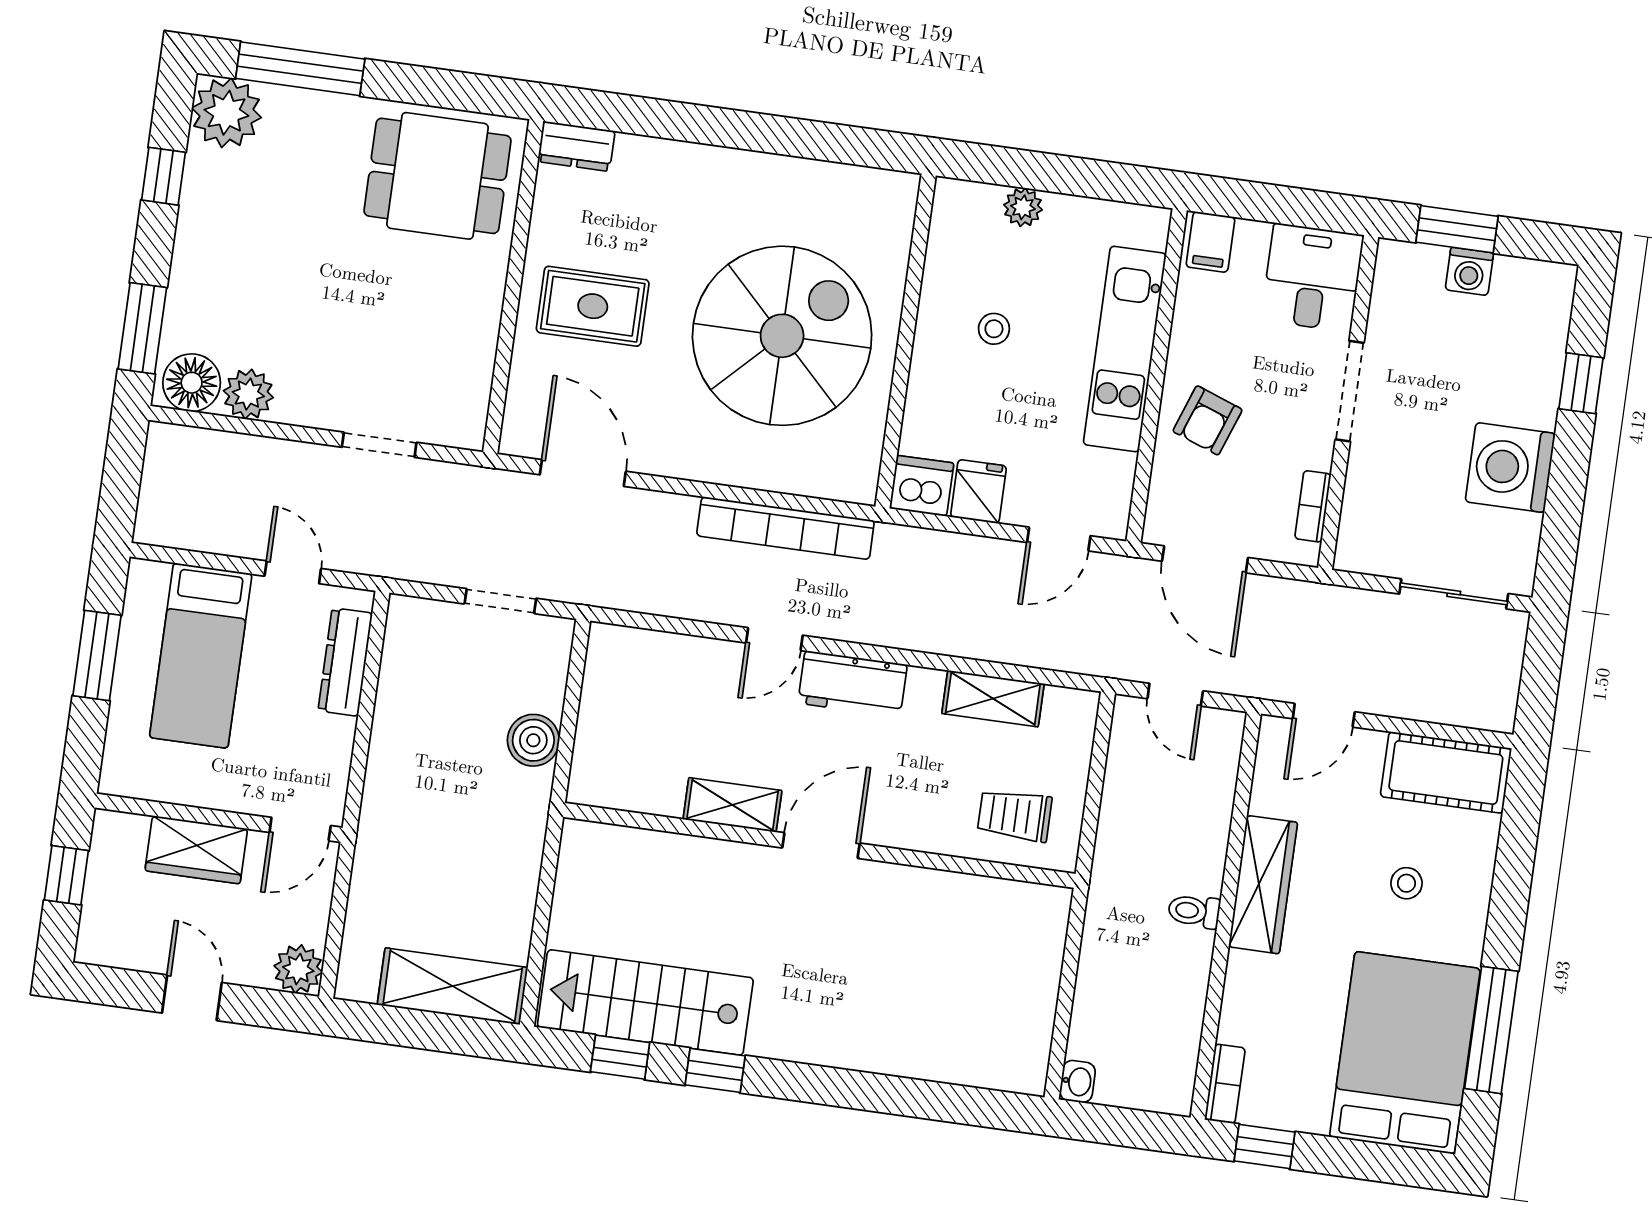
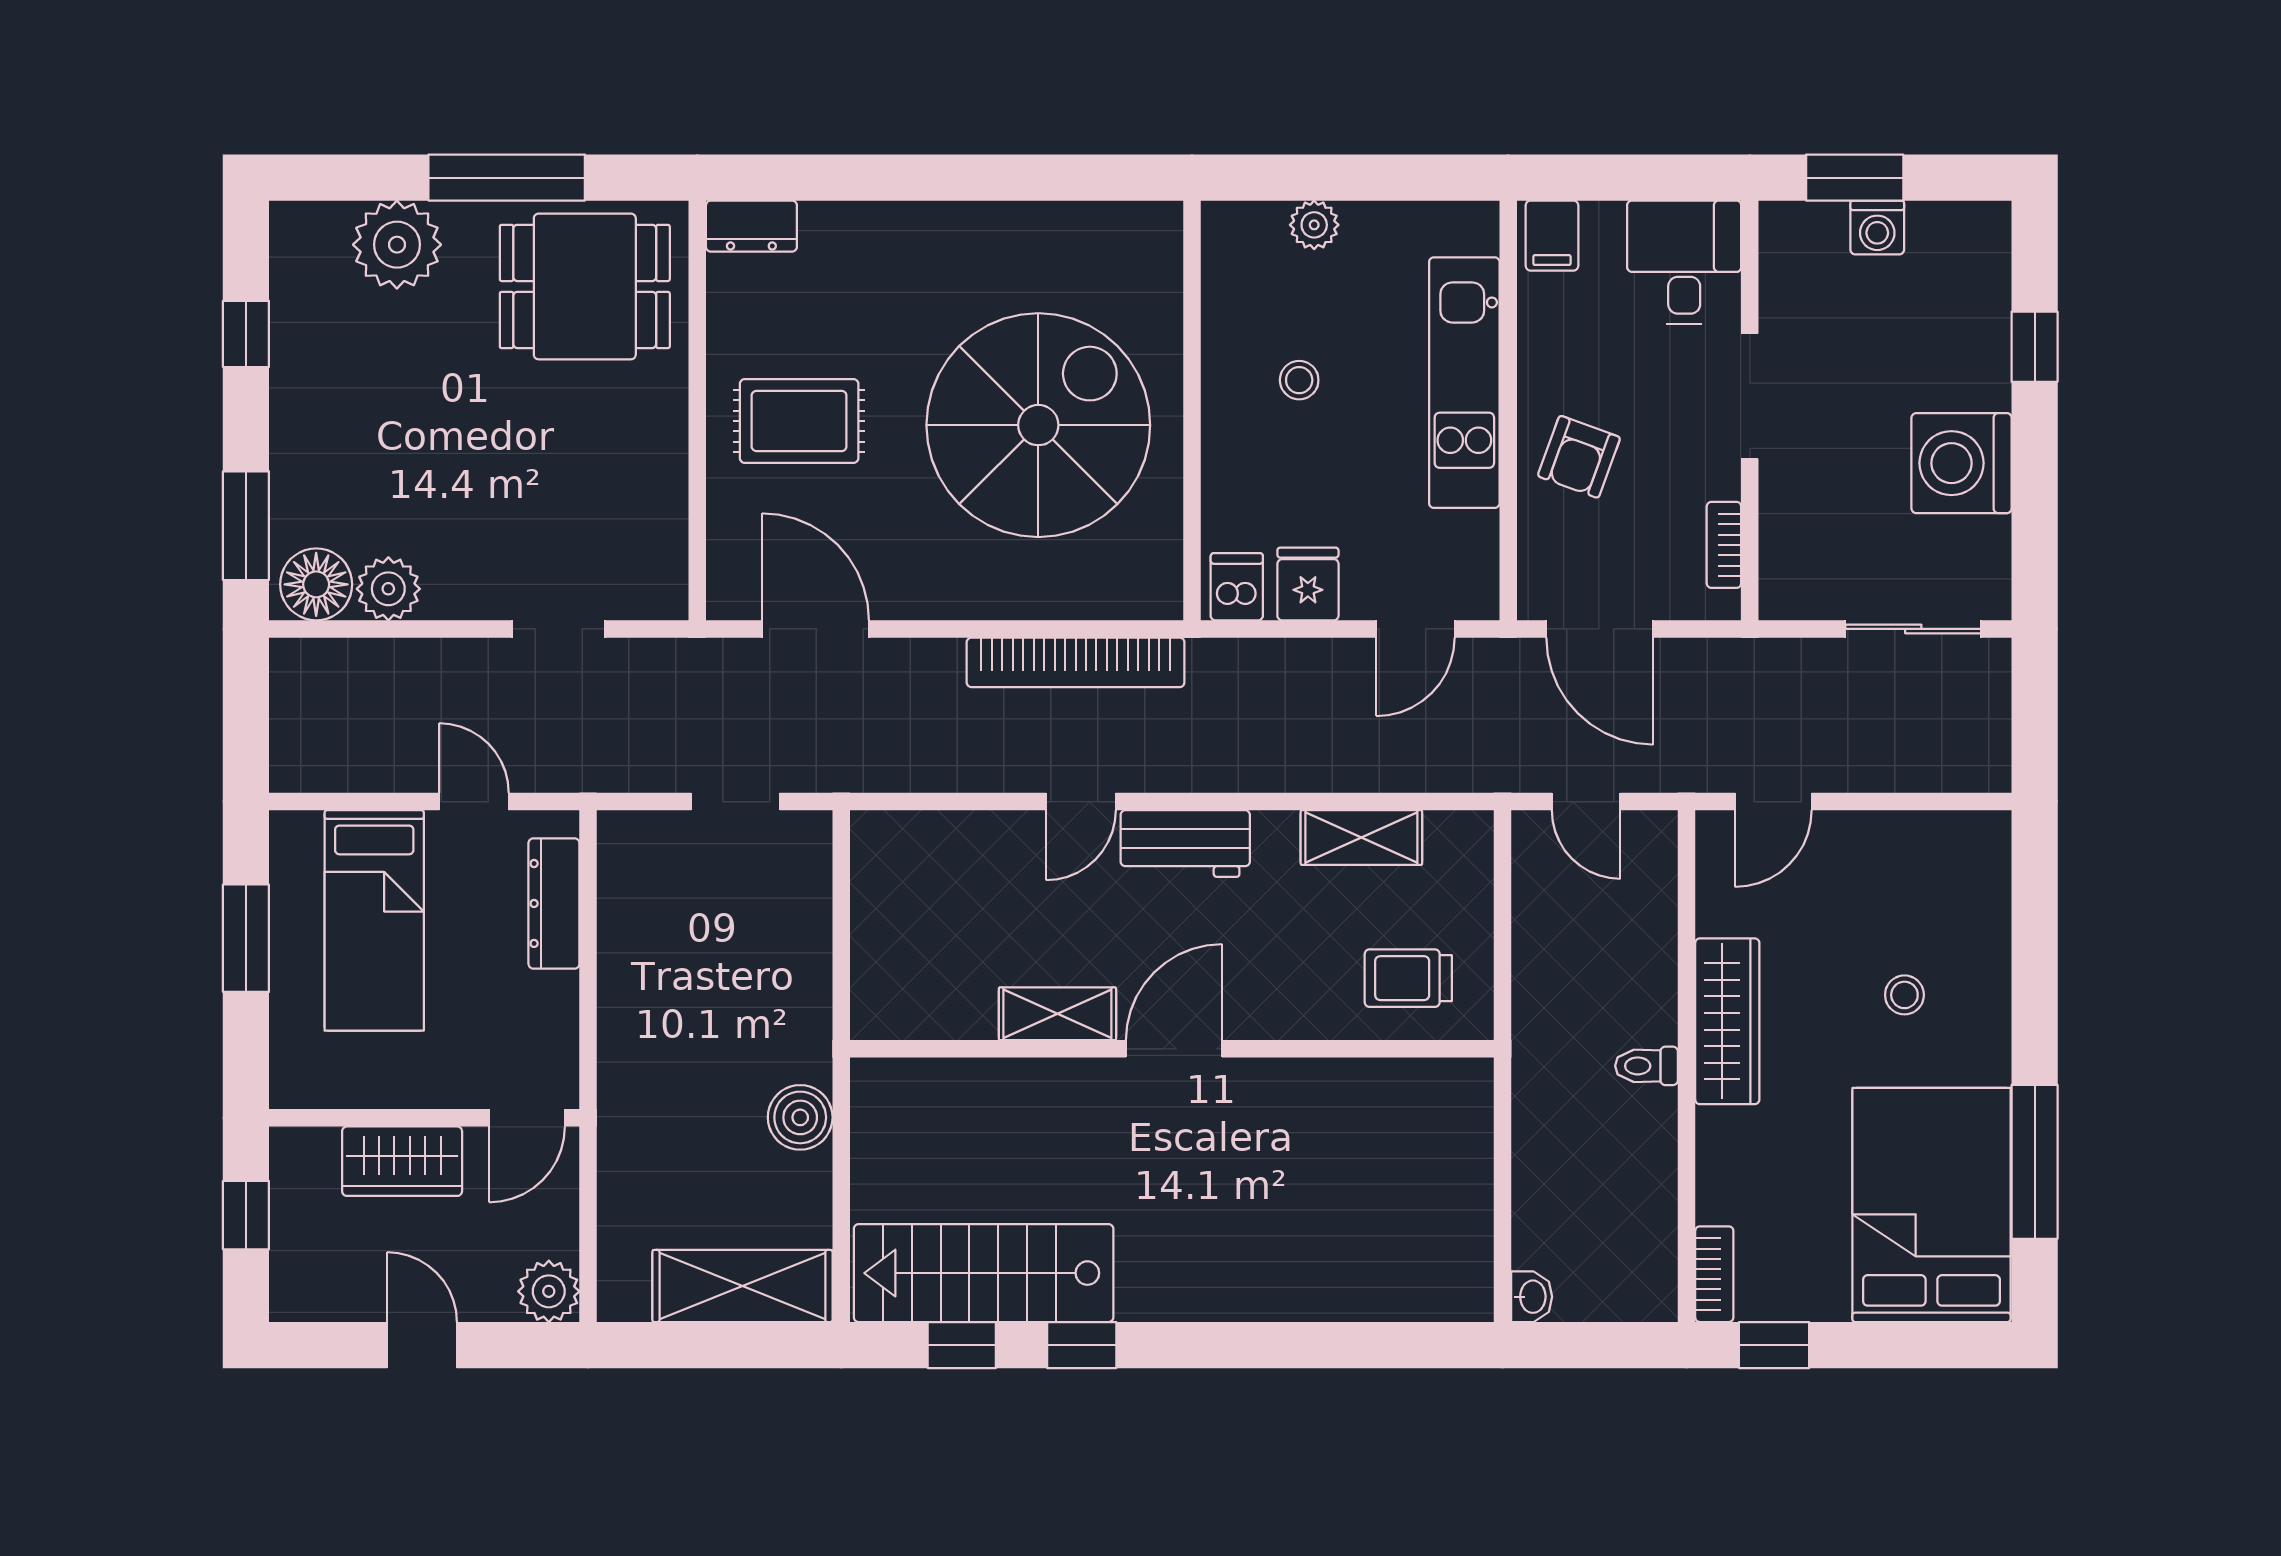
window: (300, 69) -> (507, 178), moved
plant: (226, 113) -> (397, 245), moved
dishwasher: (922, 486) -> (1237, 587), width x0.73
boiler: (533, 740) -> (800, 1117), moved
cot: (1446, 772) -> (1934, 851), removed

